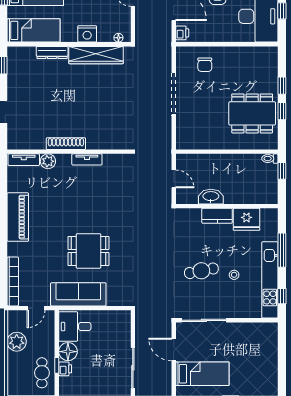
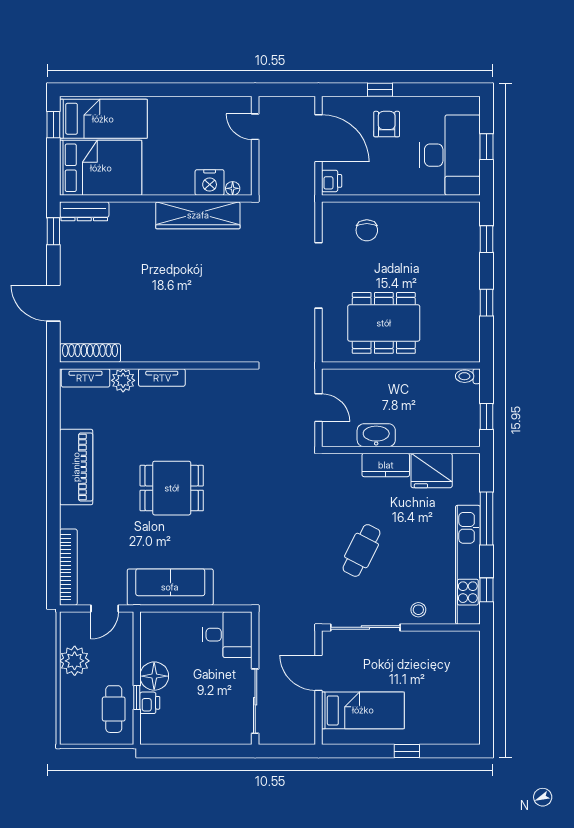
bed: (33, 30) -> (101, 168), width x1.50
nightstand: (87, 34) -> (210, 182), moved
dresser: (52, 52) -> (84, 211), moved
window: (282, 86) -> (486, 239), moved
dining table: (252, 113) -> (384, 323), moved
shoe rack: (66, 144) -> (90, 353), moved
tv unit: (87, 159) -> (162, 378), moved
window: (282, 171) -> (486, 416), moved
dining table: (88, 251) -> (172, 488), moved
cafe table: (201, 271) -> (362, 550), turned -52
stool: (234, 275) -> (418, 610), moved
desk: (75, 326) -> (227, 635), moved, turned 180

